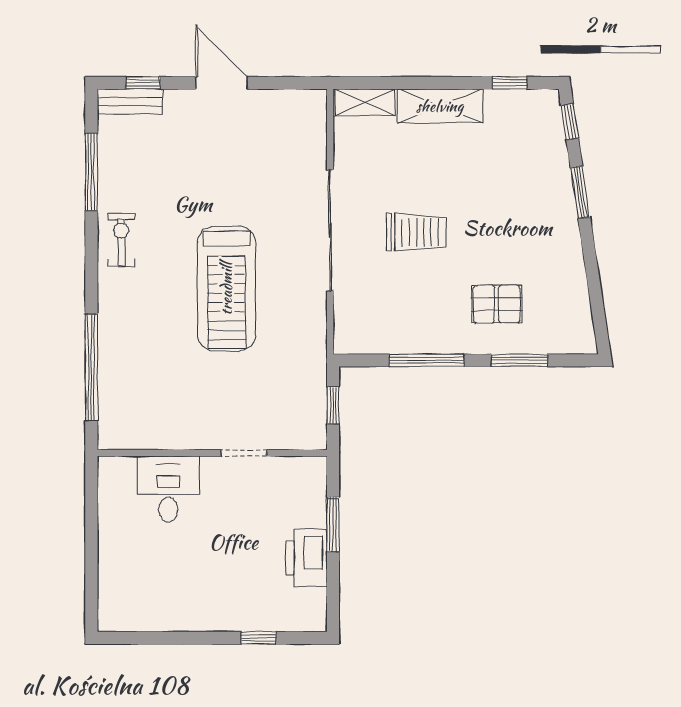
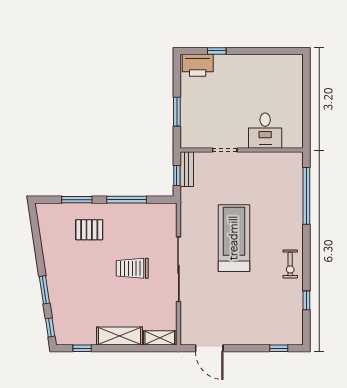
door: (222, 83) -> (209, 348), moved
bench: (130, 101) -> (187, 169), moved, turned 90
window: (91, 172) -> (306, 300), width x0.46
printer: (306, 558) -> (198, 65), moved, turned 90

